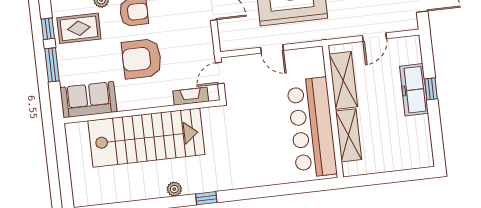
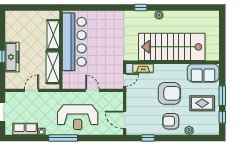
rug: (79, 28) -> (202, 103), moved

